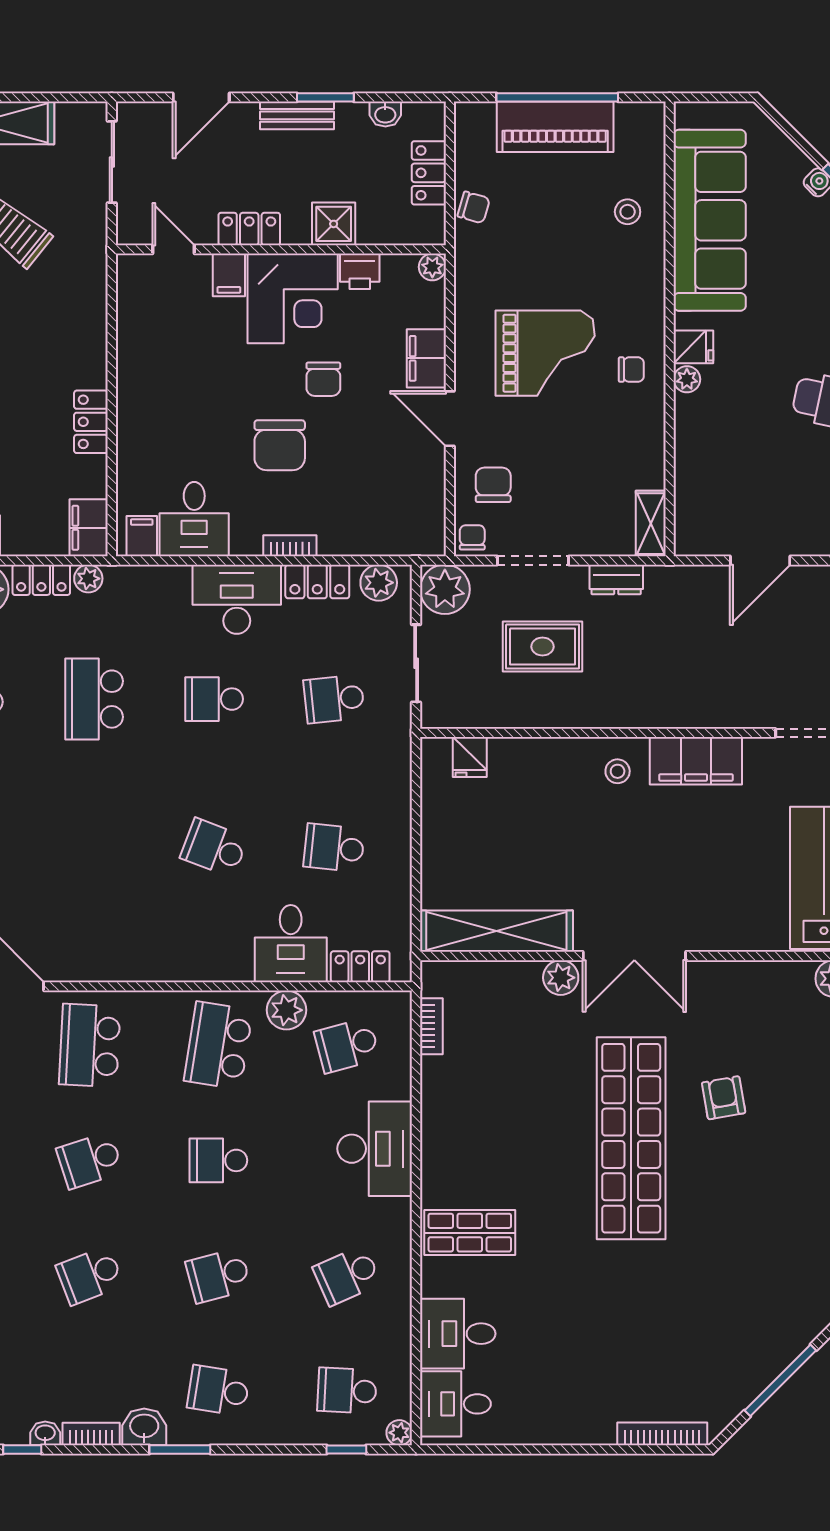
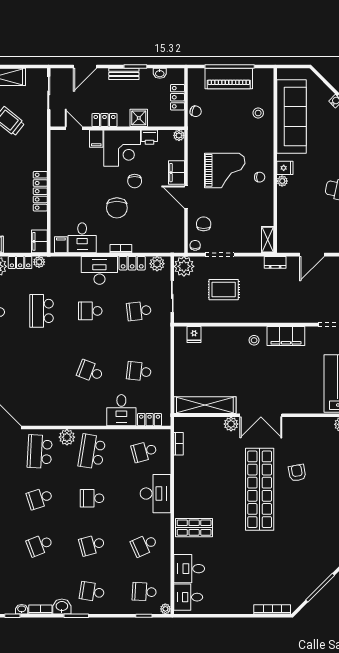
locker: (91, 422) -> (40, 191), width x1.53
dresser: (616, 579) -> (275, 262), moved
plant: (287, 1010) -> (67, 437), moved

